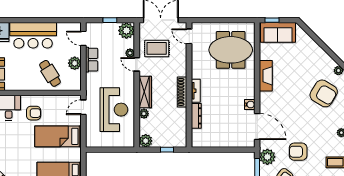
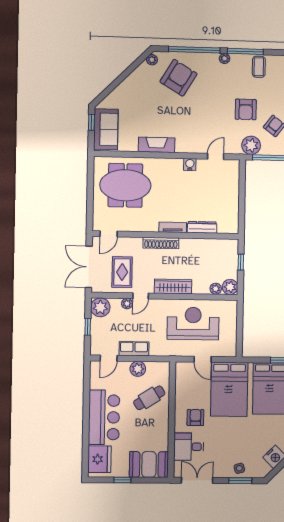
window: (272, 20) -> (91, 122), moved
meeting table: (231, 50) -> (125, 185), turned 90
shoe rack: (182, 92) -> (161, 243), moved
door: (83, 107) -> (203, 359), moved
plant: (144, 114) -> (216, 289), moved
door: (257, 126) -> (216, 156), width x0.53
bed: (58, 136) -> (229, 389), width x1.50

